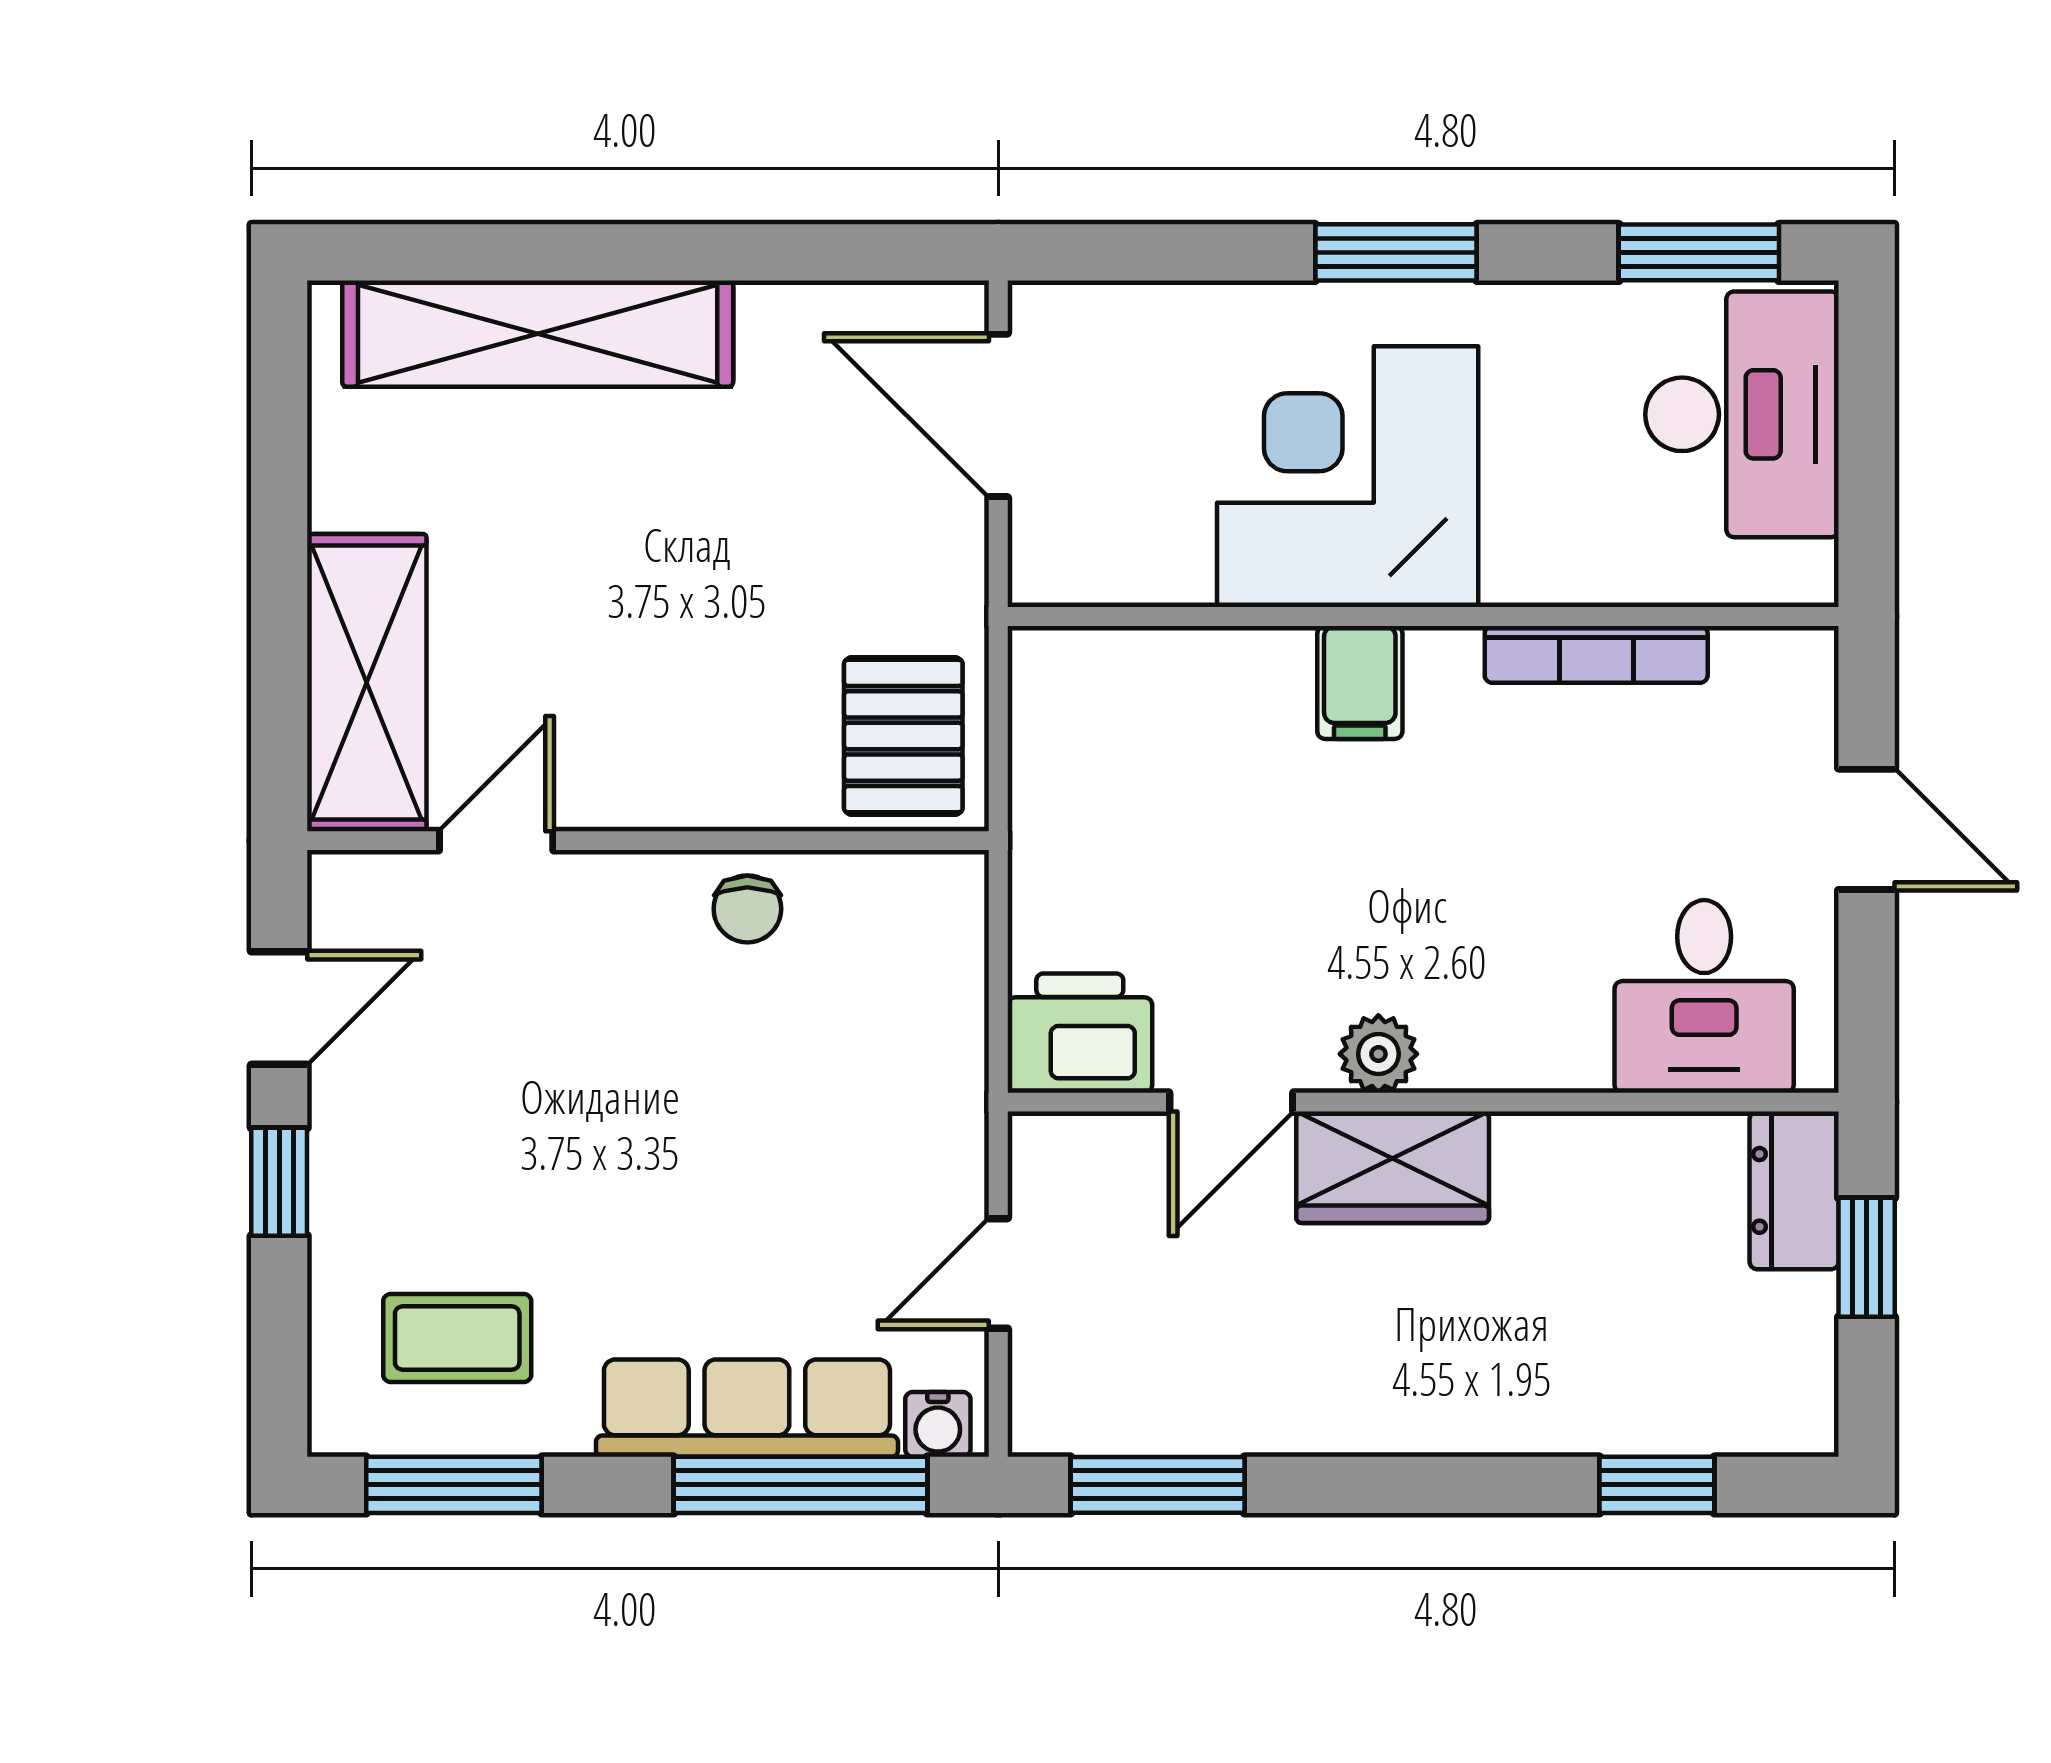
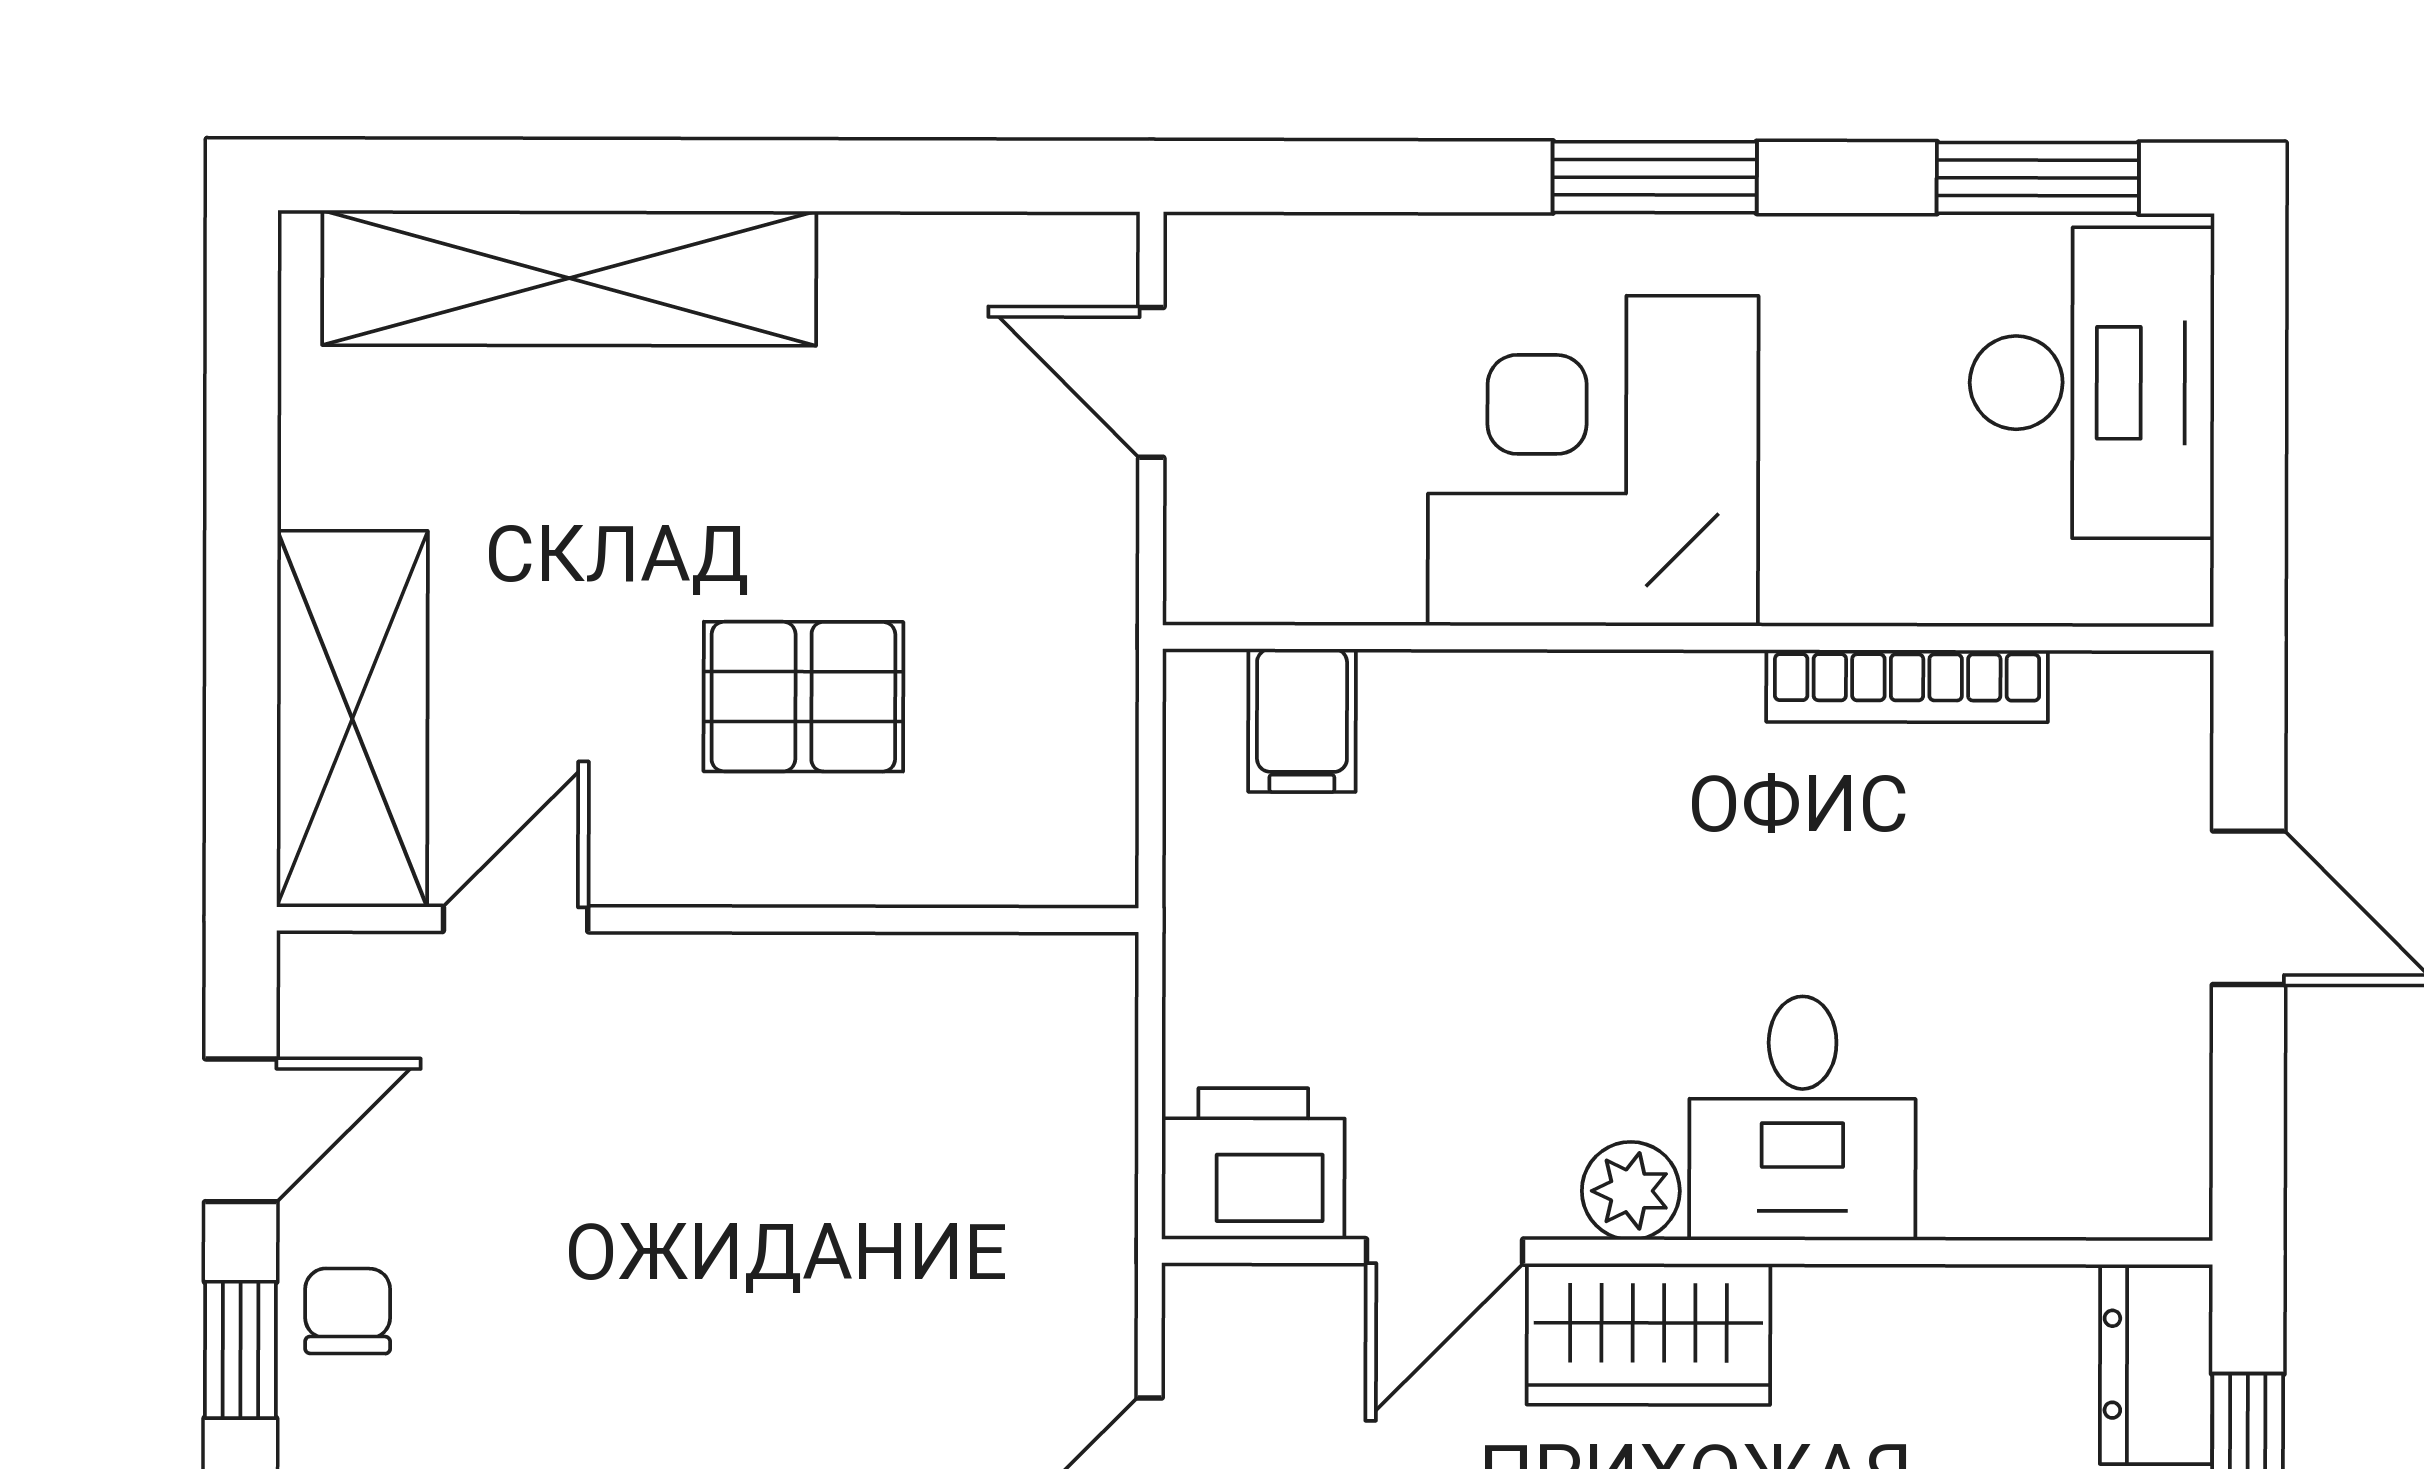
door: (998, 415) -> (1151, 382), width x0.73
filing cabinet: (1360, 682) -> (1302, 720), moved
pallet: (903, 736) -> (803, 697), moved, turned 90
chair: (747, 909) -> (348, 1311), moved, turned 180
desk: (1704, 996) -> (1802, 1118), moved

